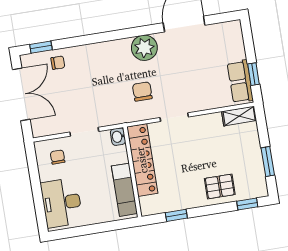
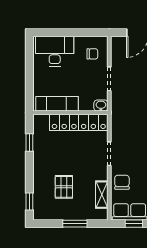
chair: (142, 91) -> (122, 182), moved, turned -90
shelving: (239, 116) -> (102, 195), moved
window: (268, 161) -> (75, 224), moved
pallet: (220, 186) -> (64, 187), moved

